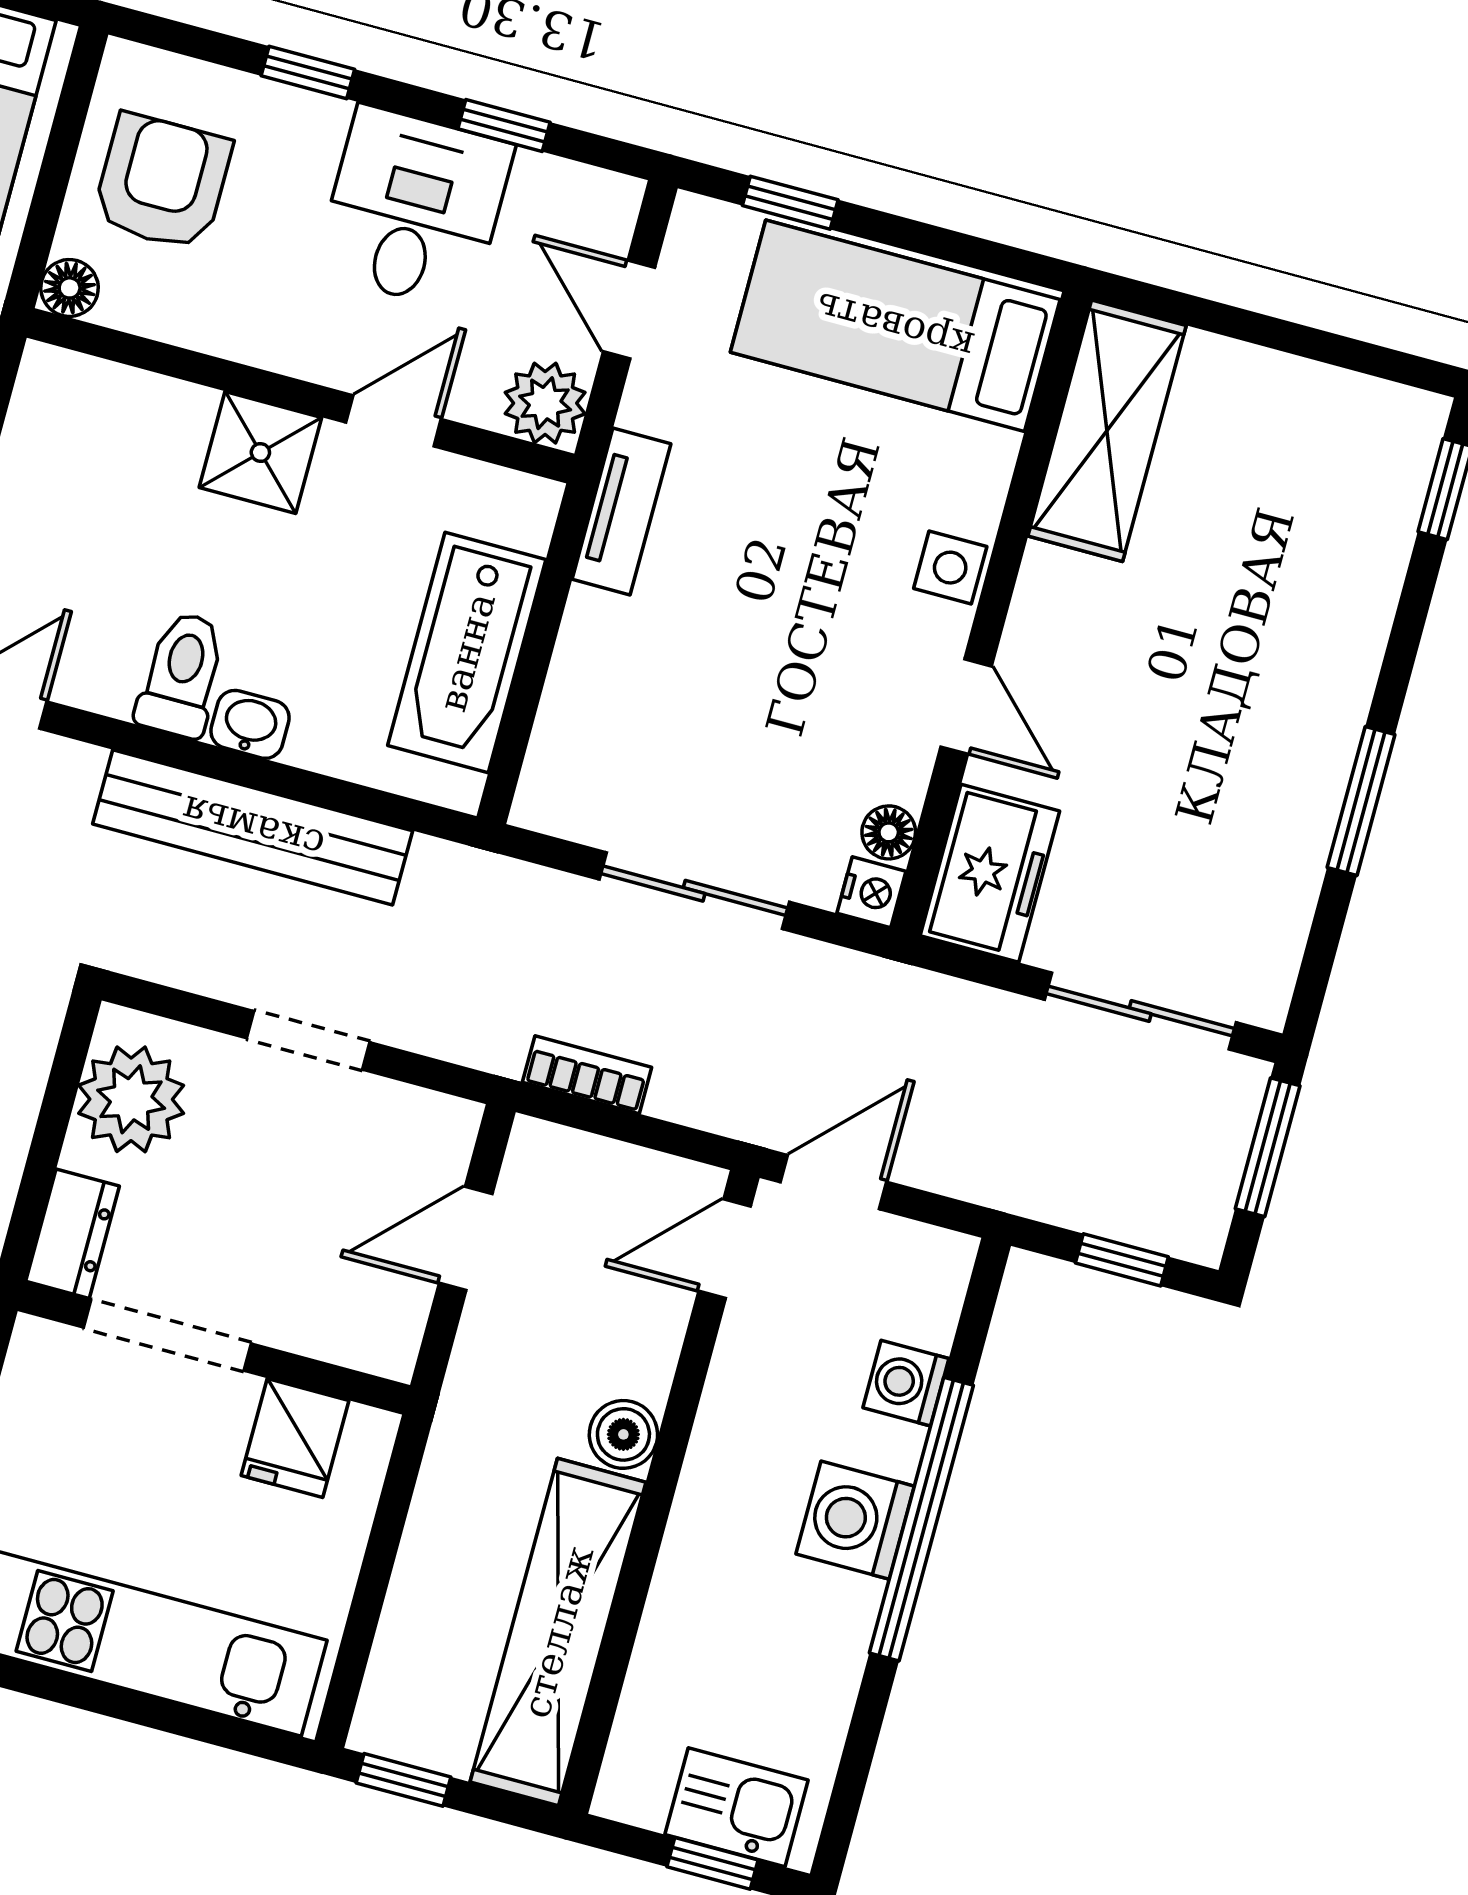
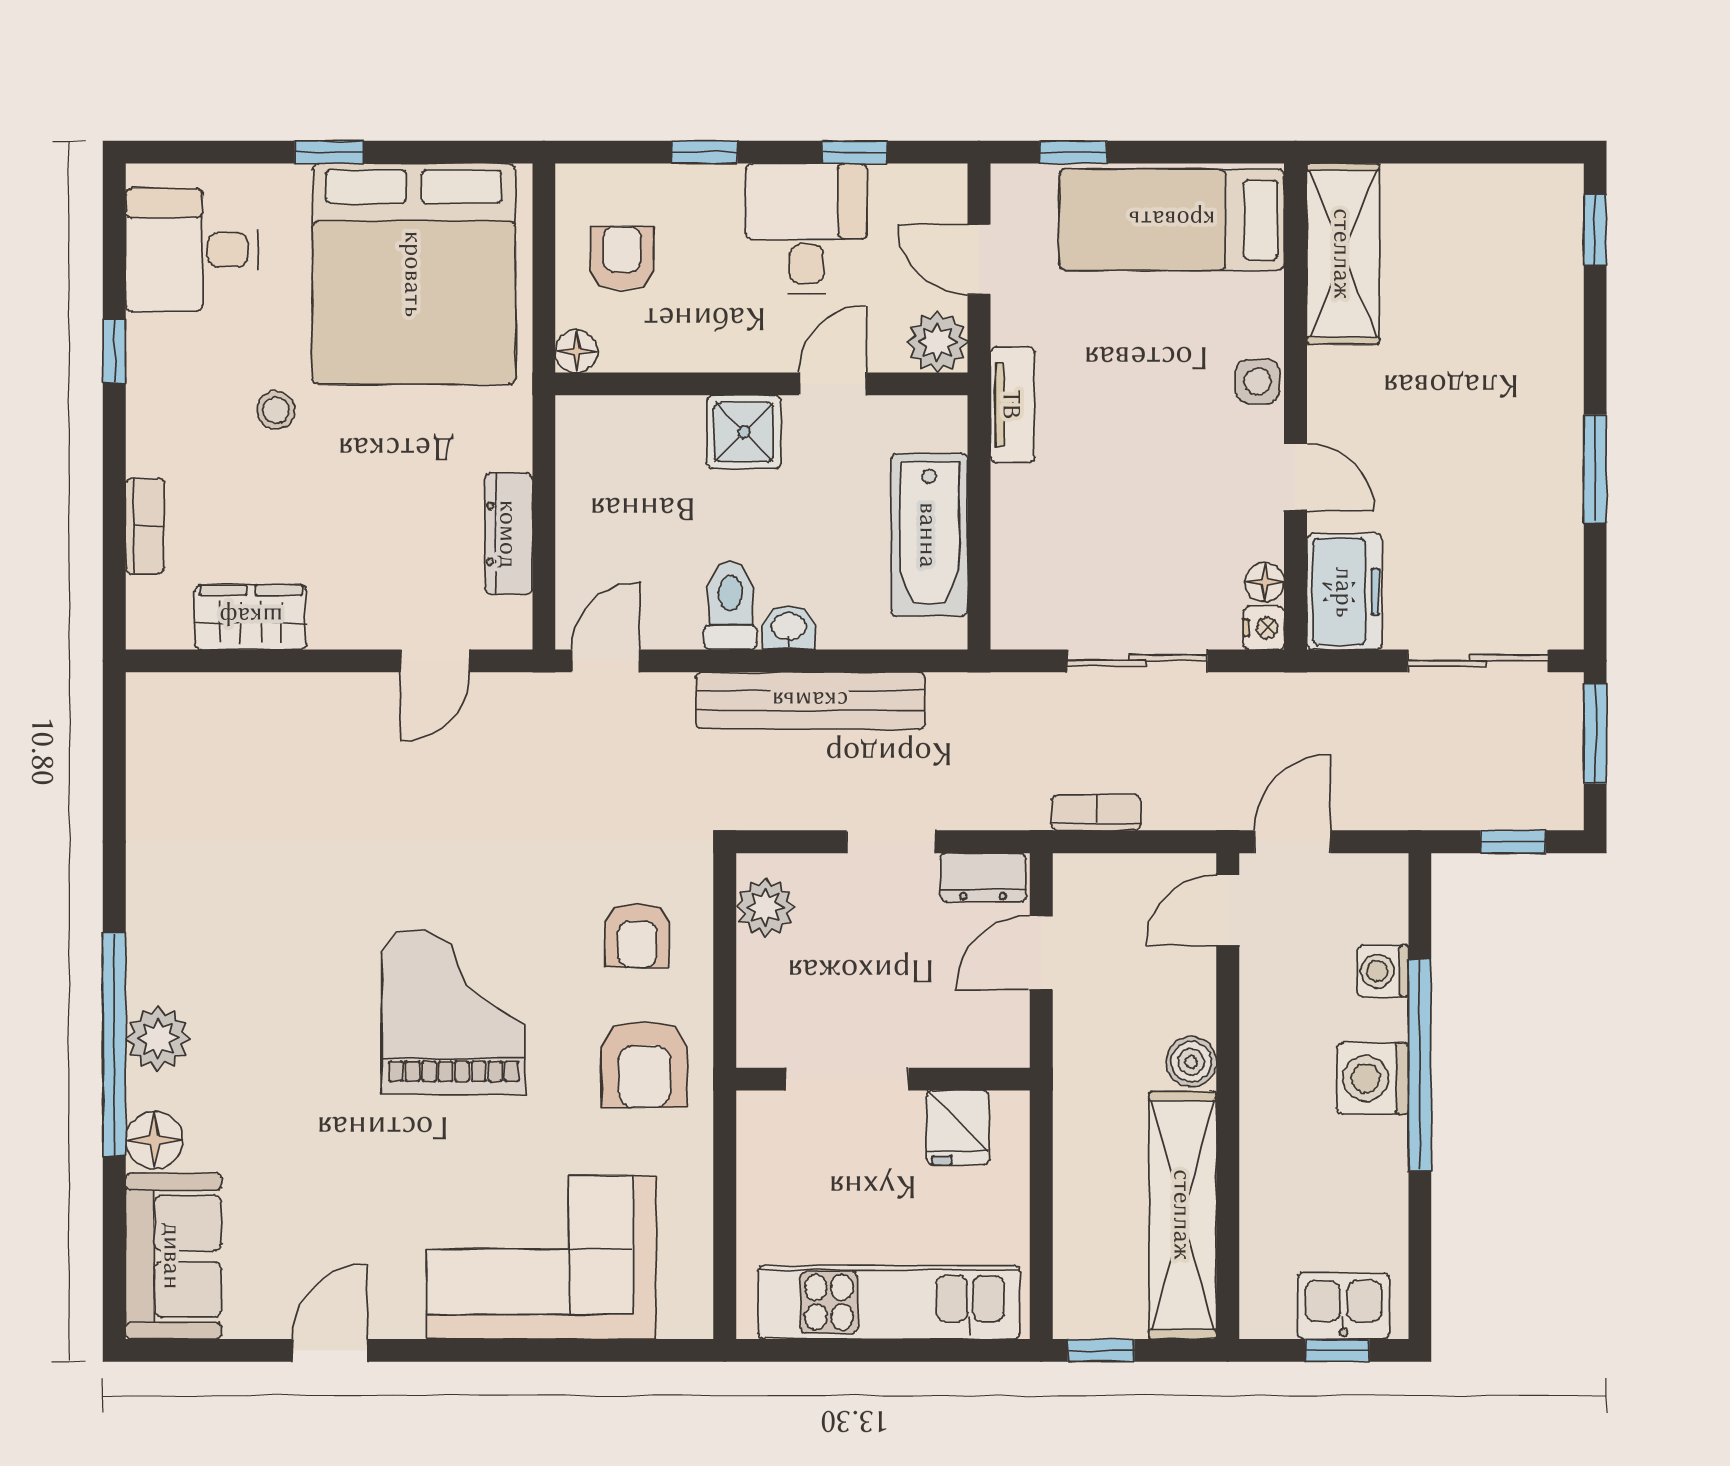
armchair: (162, 182) -> (622, 258), width x0.72, depth x0.72
plant: (131, 1099) -> (765, 907), width x0.73, depth x0.73
dresser: (73, 1234) -> (983, 877), moved, turned 90

